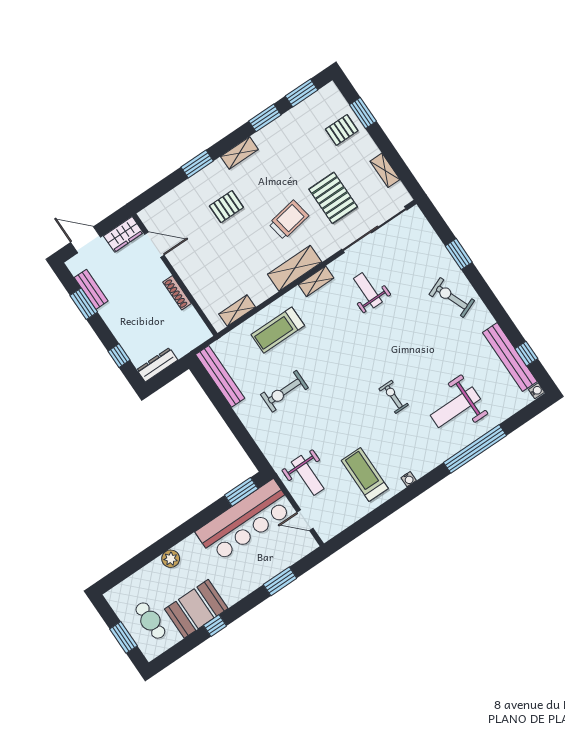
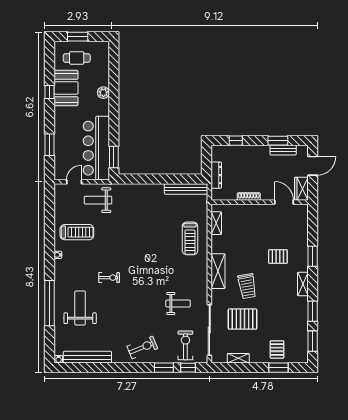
pallet: (226, 207) -> (278, 257), turned 90
door: (154, 245) -> (284, 202), swing flipped
shelving: (316, 281) -> (203, 278), removed
treadmill: (278, 330) -> (190, 238), turned 180
window: (526, 354) -> (188, 368), moved
dresser: (157, 365) -> (216, 175), moved
exercise bike: (284, 391) -> (185, 345), moved

